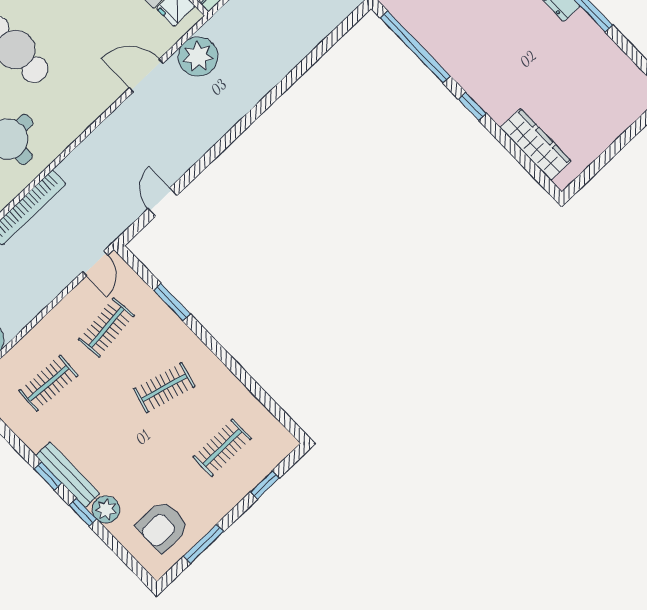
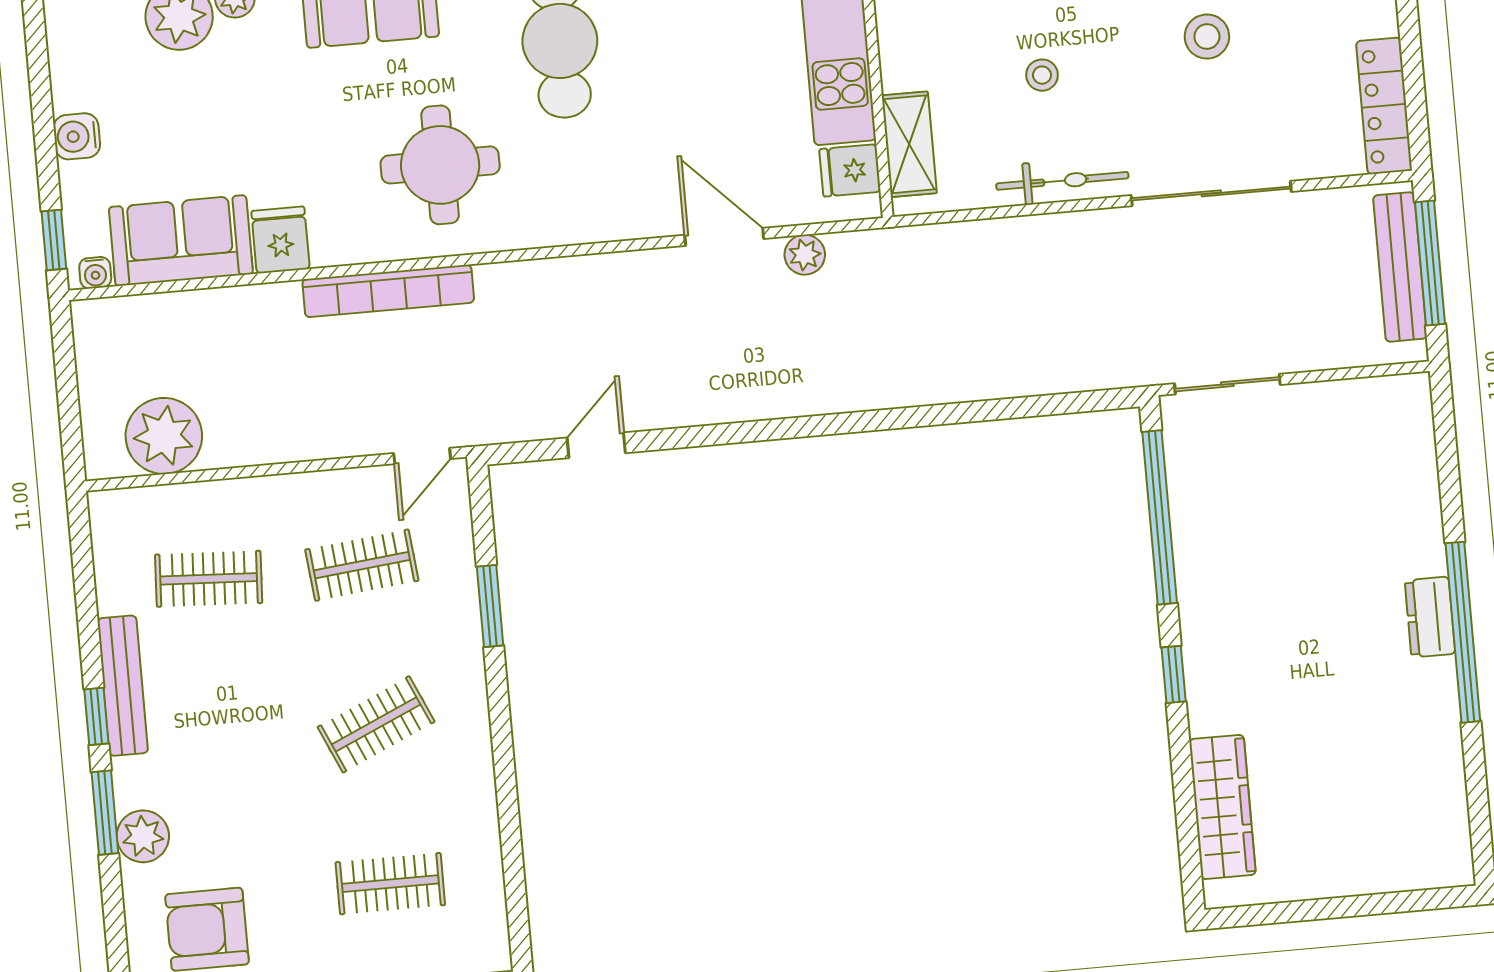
plant: (198, 57) -> (805, 255), width x0.53, depth x0.53
clothes rail: (164, 388) -> (376, 724), turned -39
bench: (68, 475) -> (123, 686), moved
window: (83, 512) -> (105, 813), width x1.50

